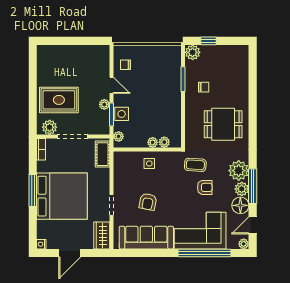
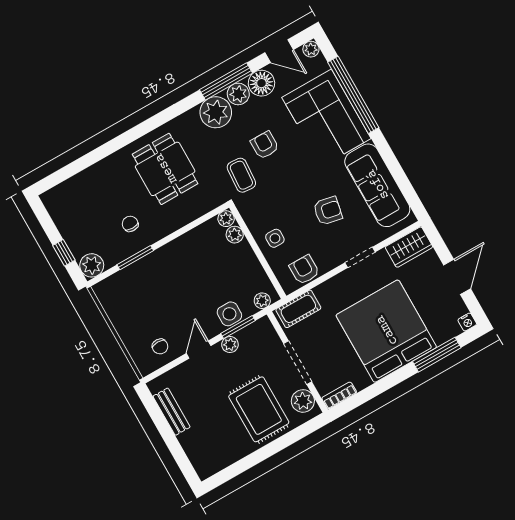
bench: (85, 50) -> (172, 412), added
plant: (153, 142) -> (226, 219), moved
armchair: (122, 170) -> (304, 270), added
window: (33, 190) -> (437, 355), moved
door: (70, 253) -> (457, 277), hinge flipped

